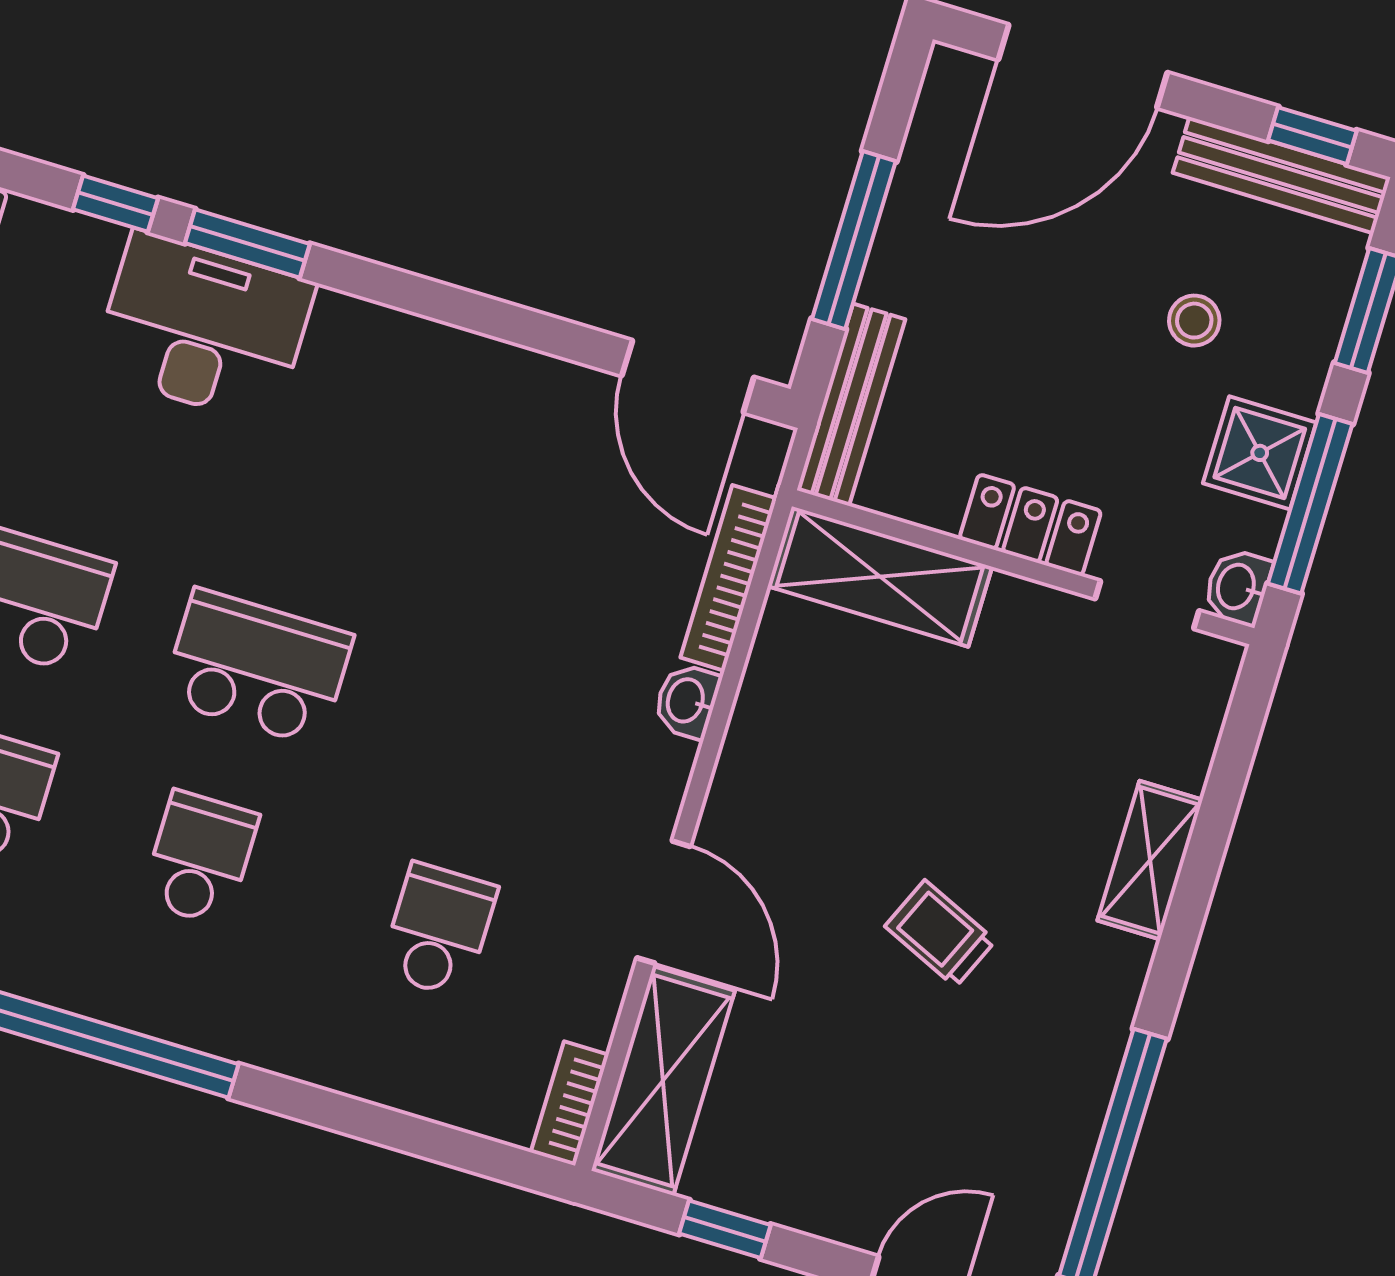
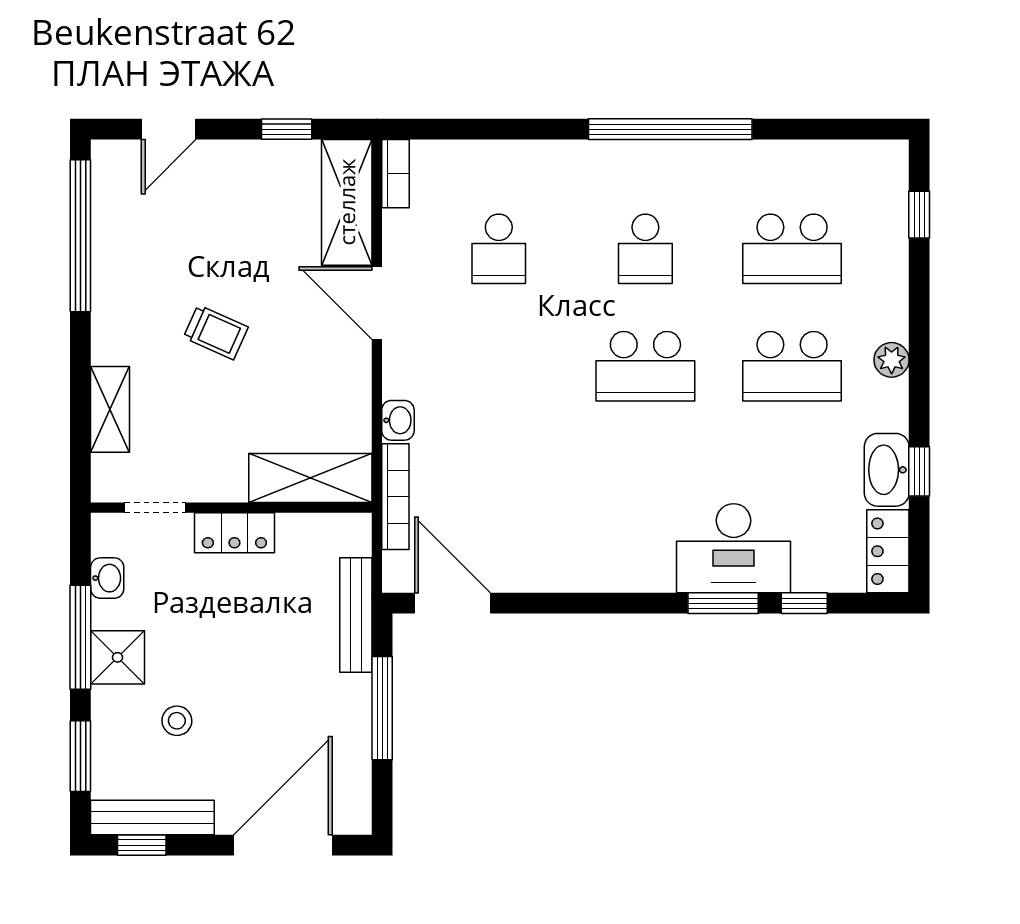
locker: (1030, 525) -> (234, 533), moved
wall: (1023, 567) -> (231, 508), moved
shelving: (880, 576) -> (310, 478), moved
doorway: (1147, 605) -> (155, 508), moved

